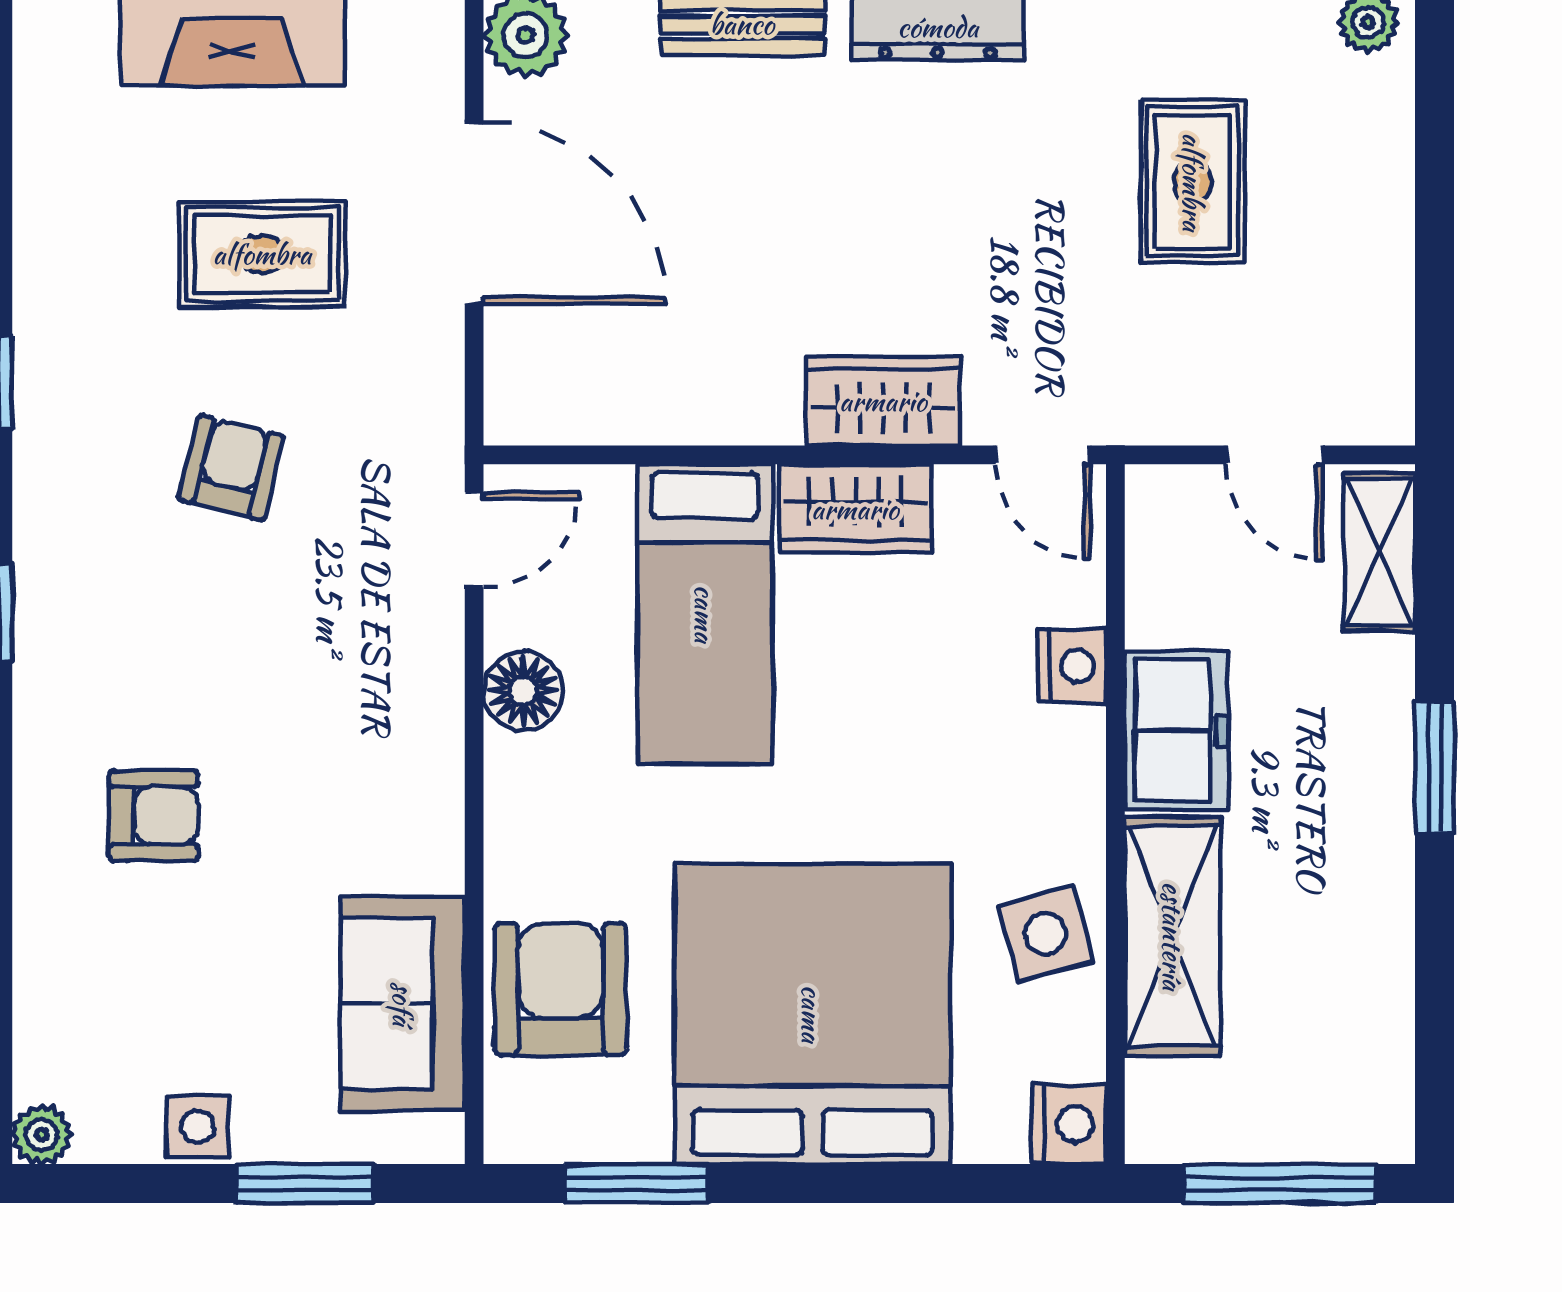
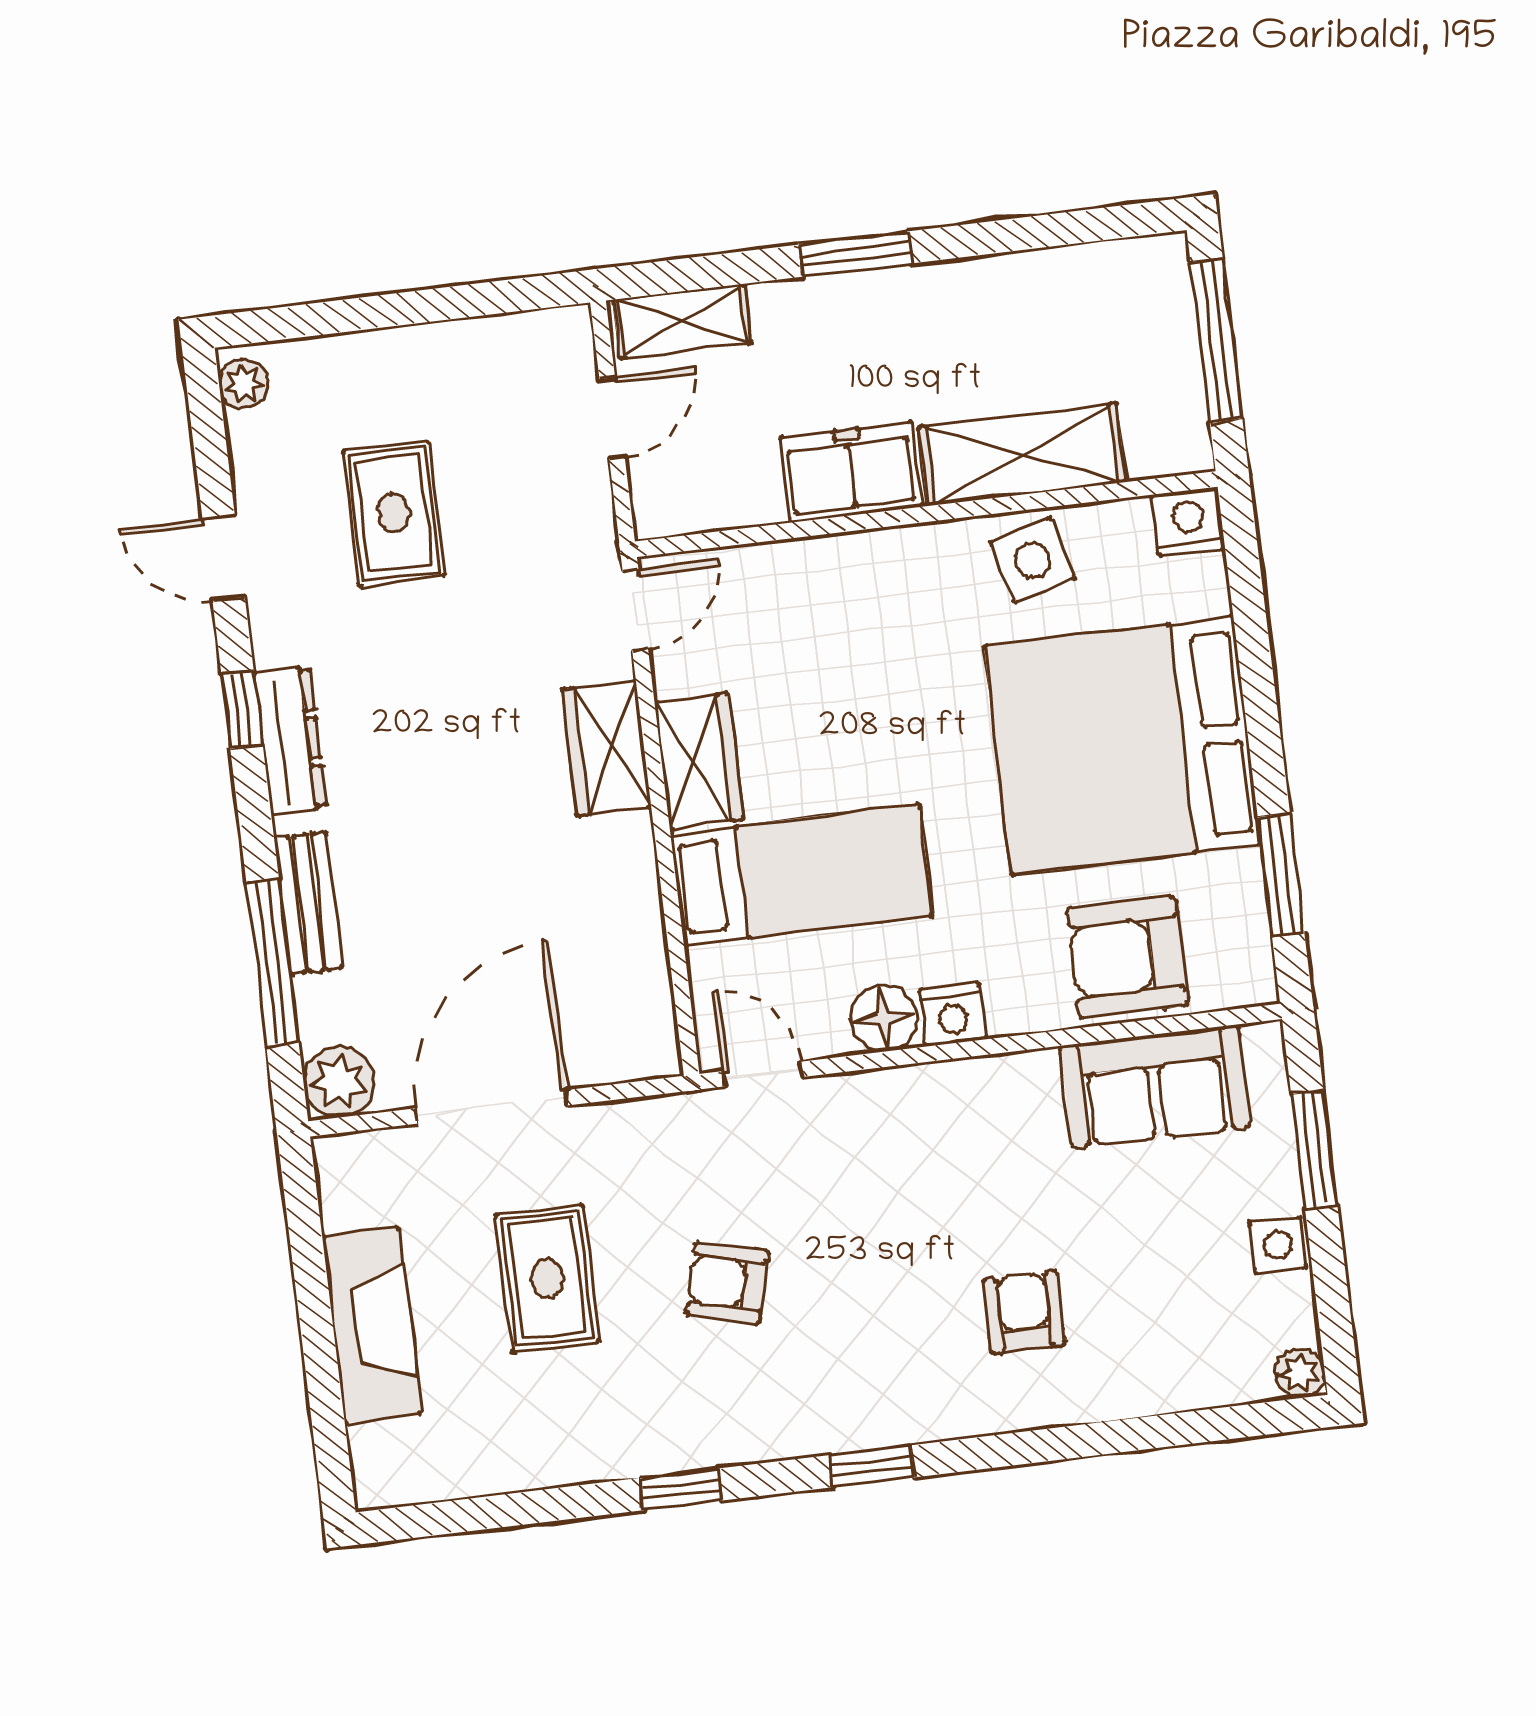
rug: (1193, 182) -> (394, 513), turned 90
nightstand: (1072, 666) -> (953, 1015), moved, turned 180

